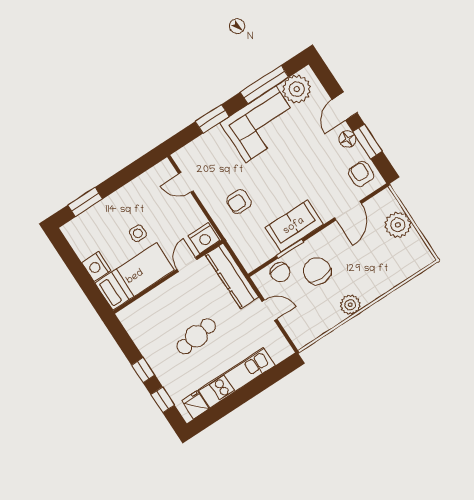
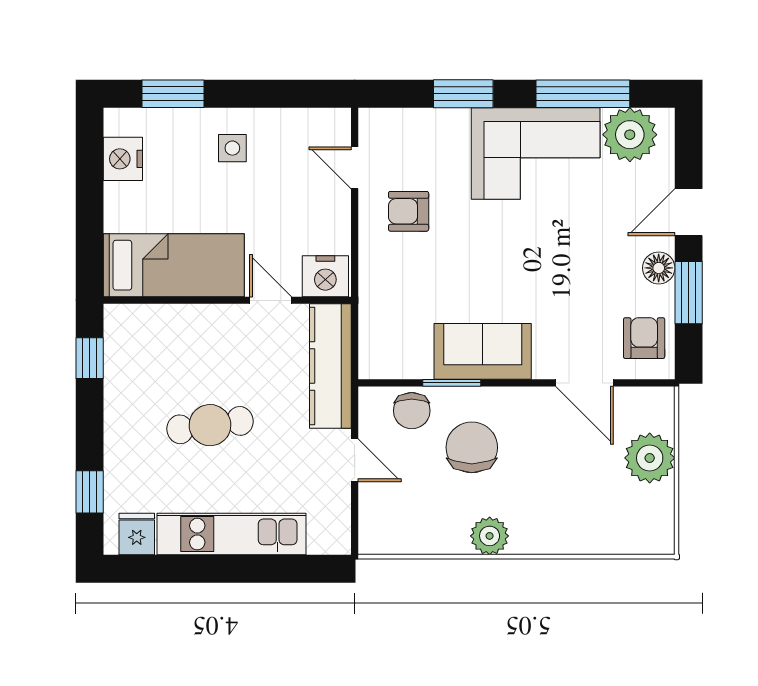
armchair: (239, 202) -> (409, 211), moved
door: (348, 211) -> (585, 383), hinge flipped
side table: (138, 233) -> (232, 148), moved
door: (187, 264) -> (271, 300), hinge flipped
nightstand: (96, 267) -> (123, 159), moved
window: (143, 370) -> (90, 358), moved

